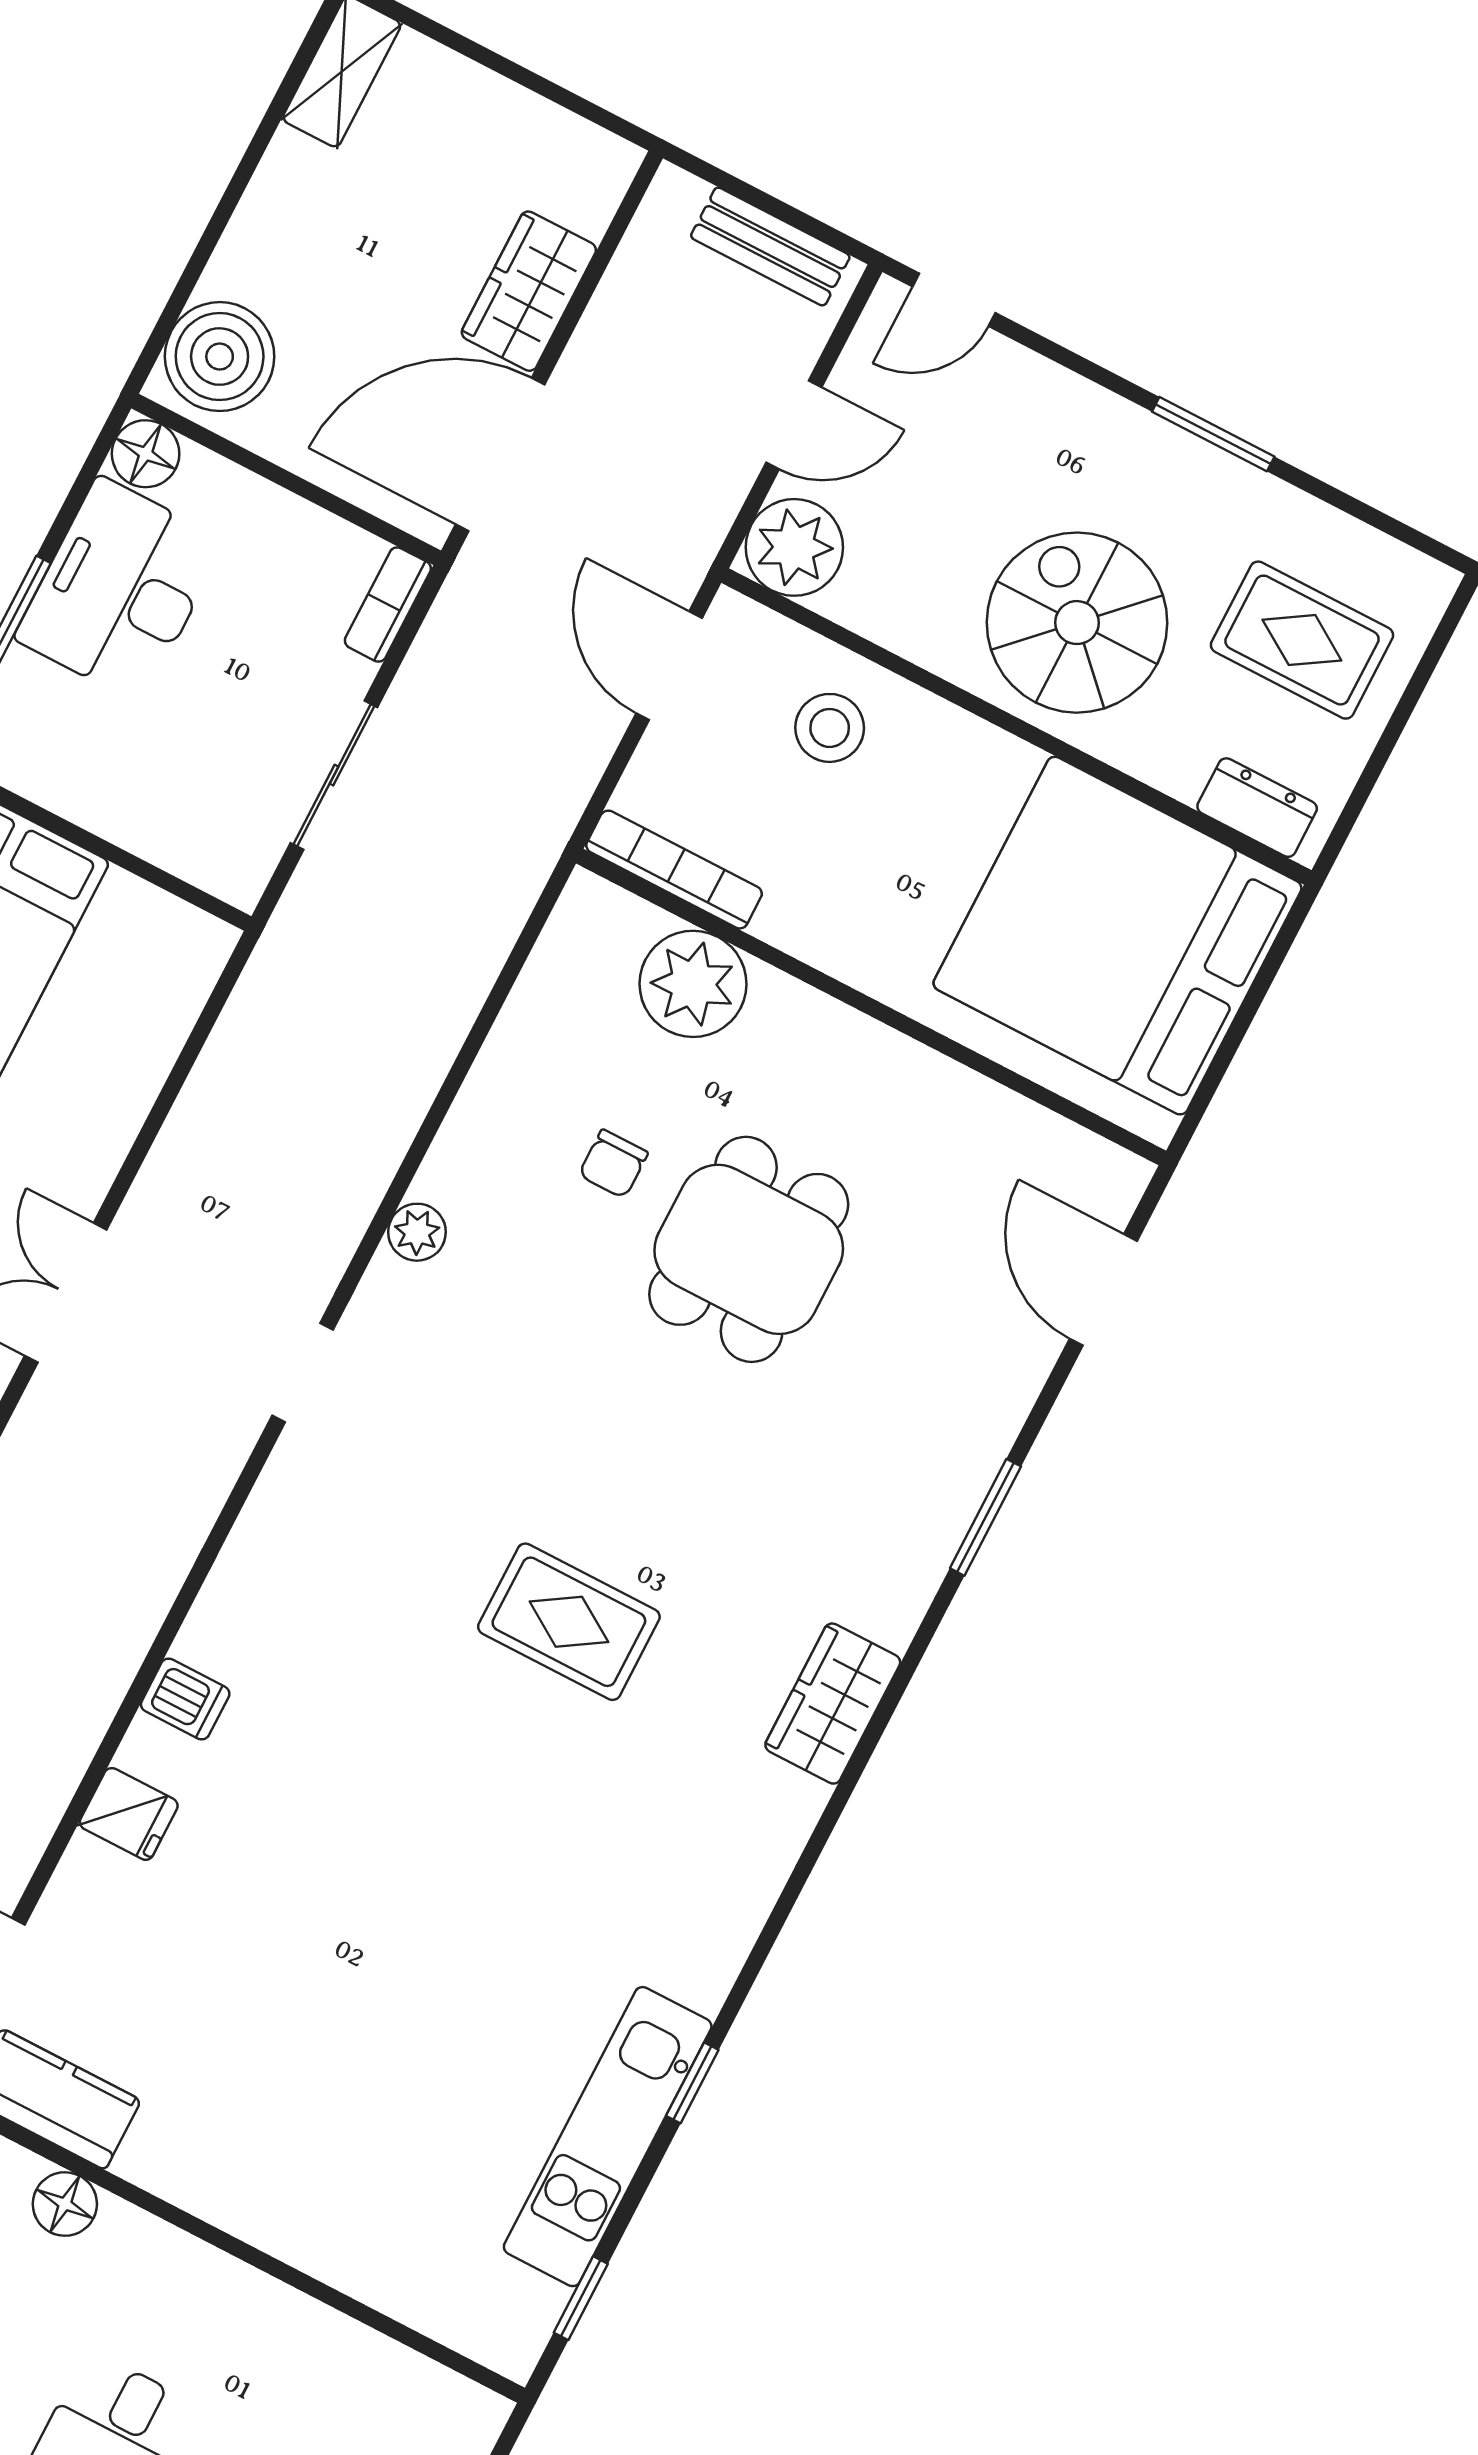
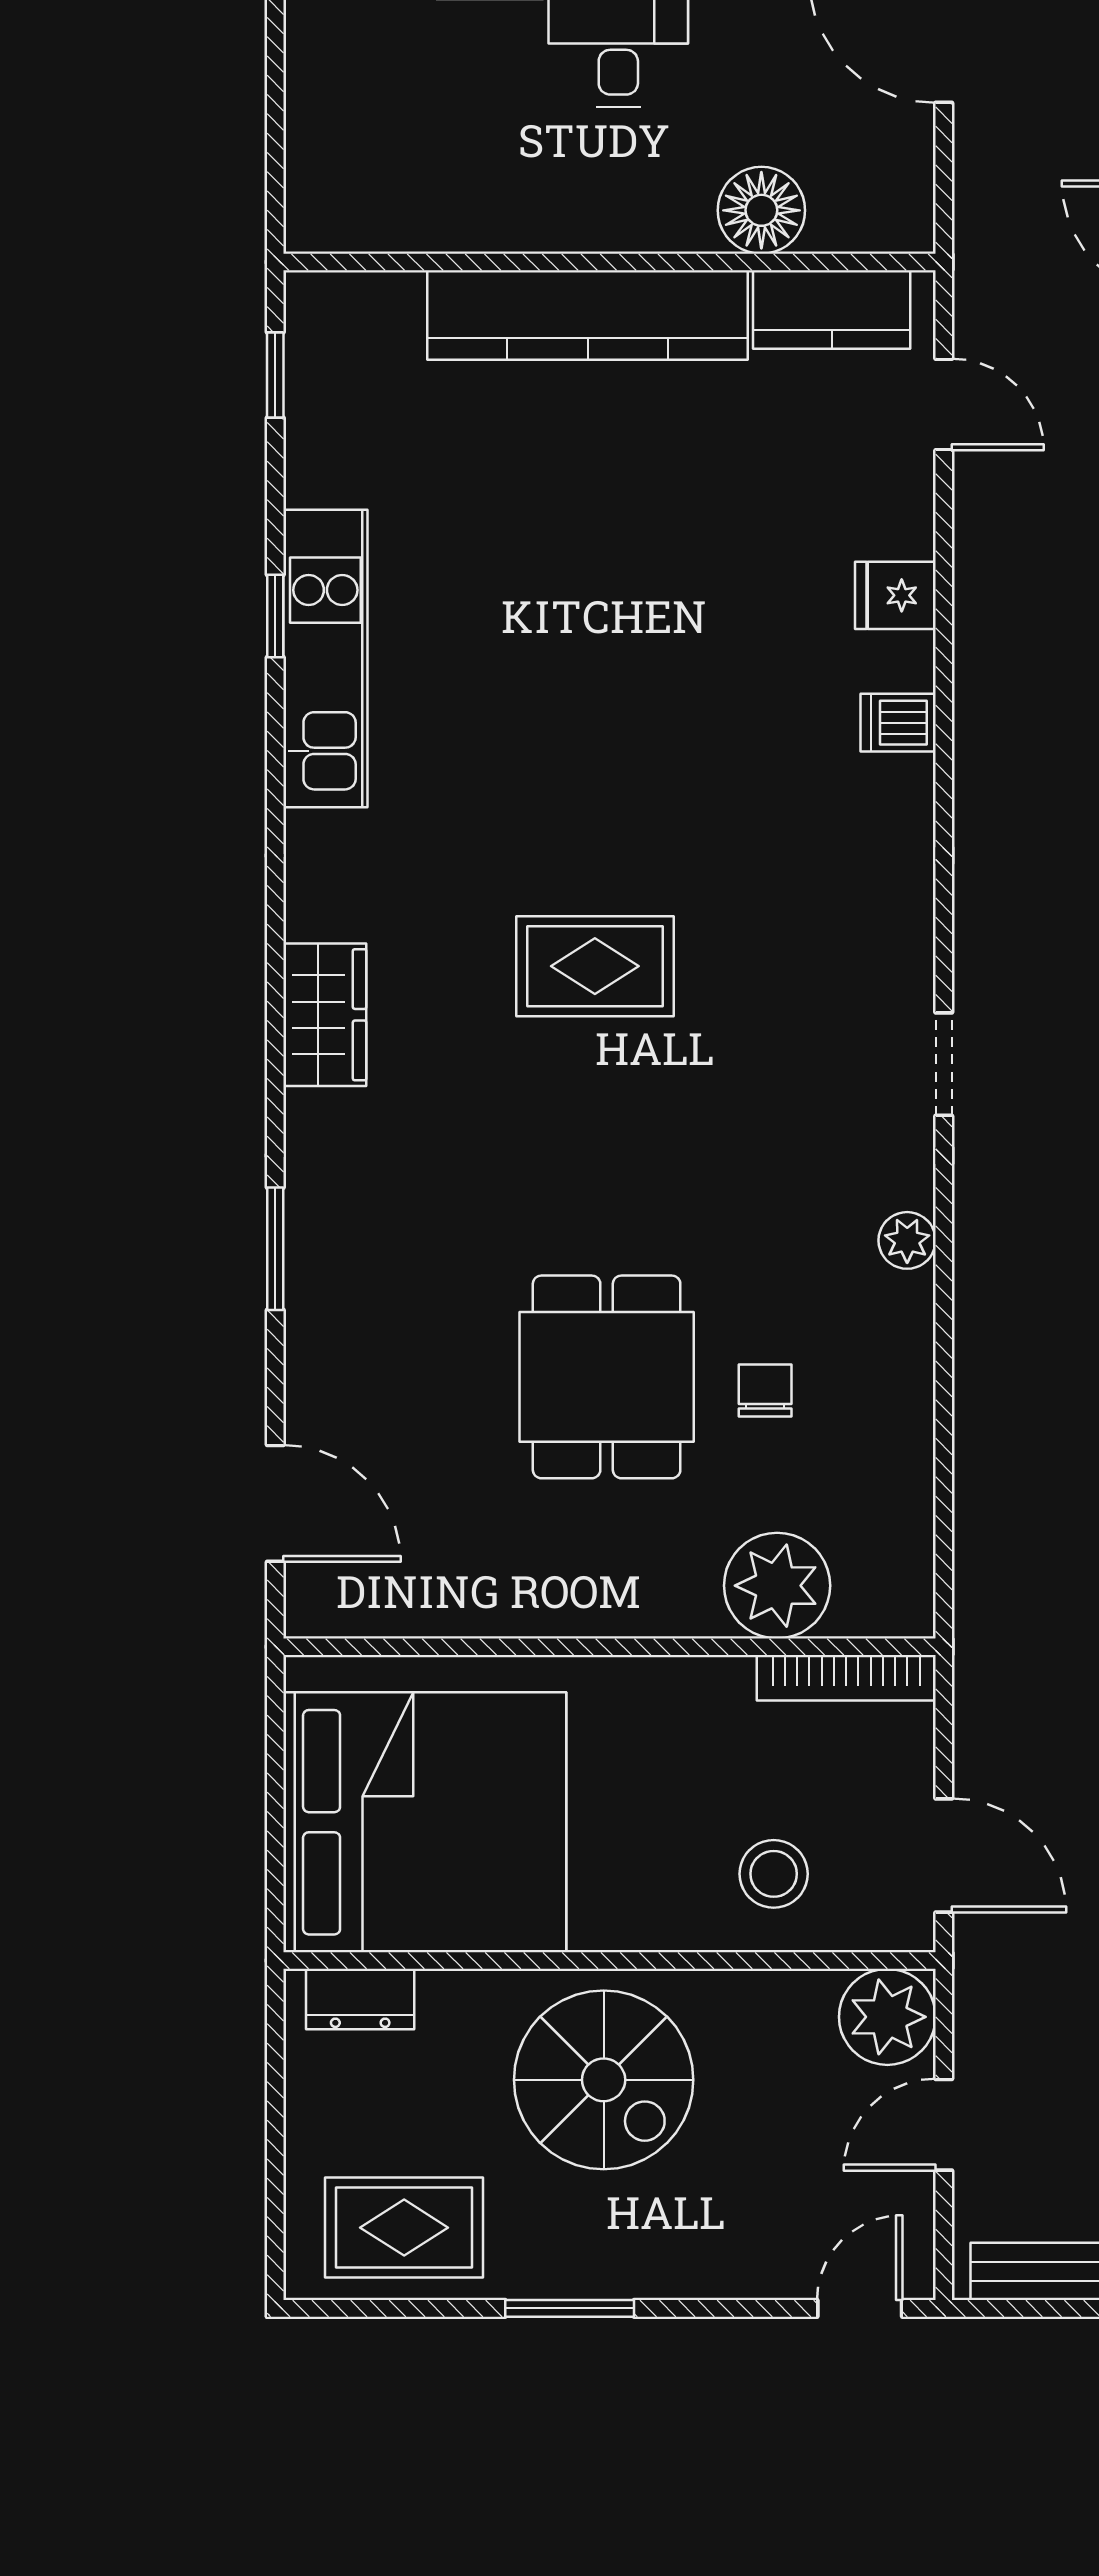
rug: (1302, 640) -> (404, 2228), moved
kitchen unit: (608, 2137) -> (325, 658), moved
floor lamp: (65, 2204) -> (761, 210), width x1.38, depth x1.38
kitchen counter: (274, 2207) -> (588, 315), added

